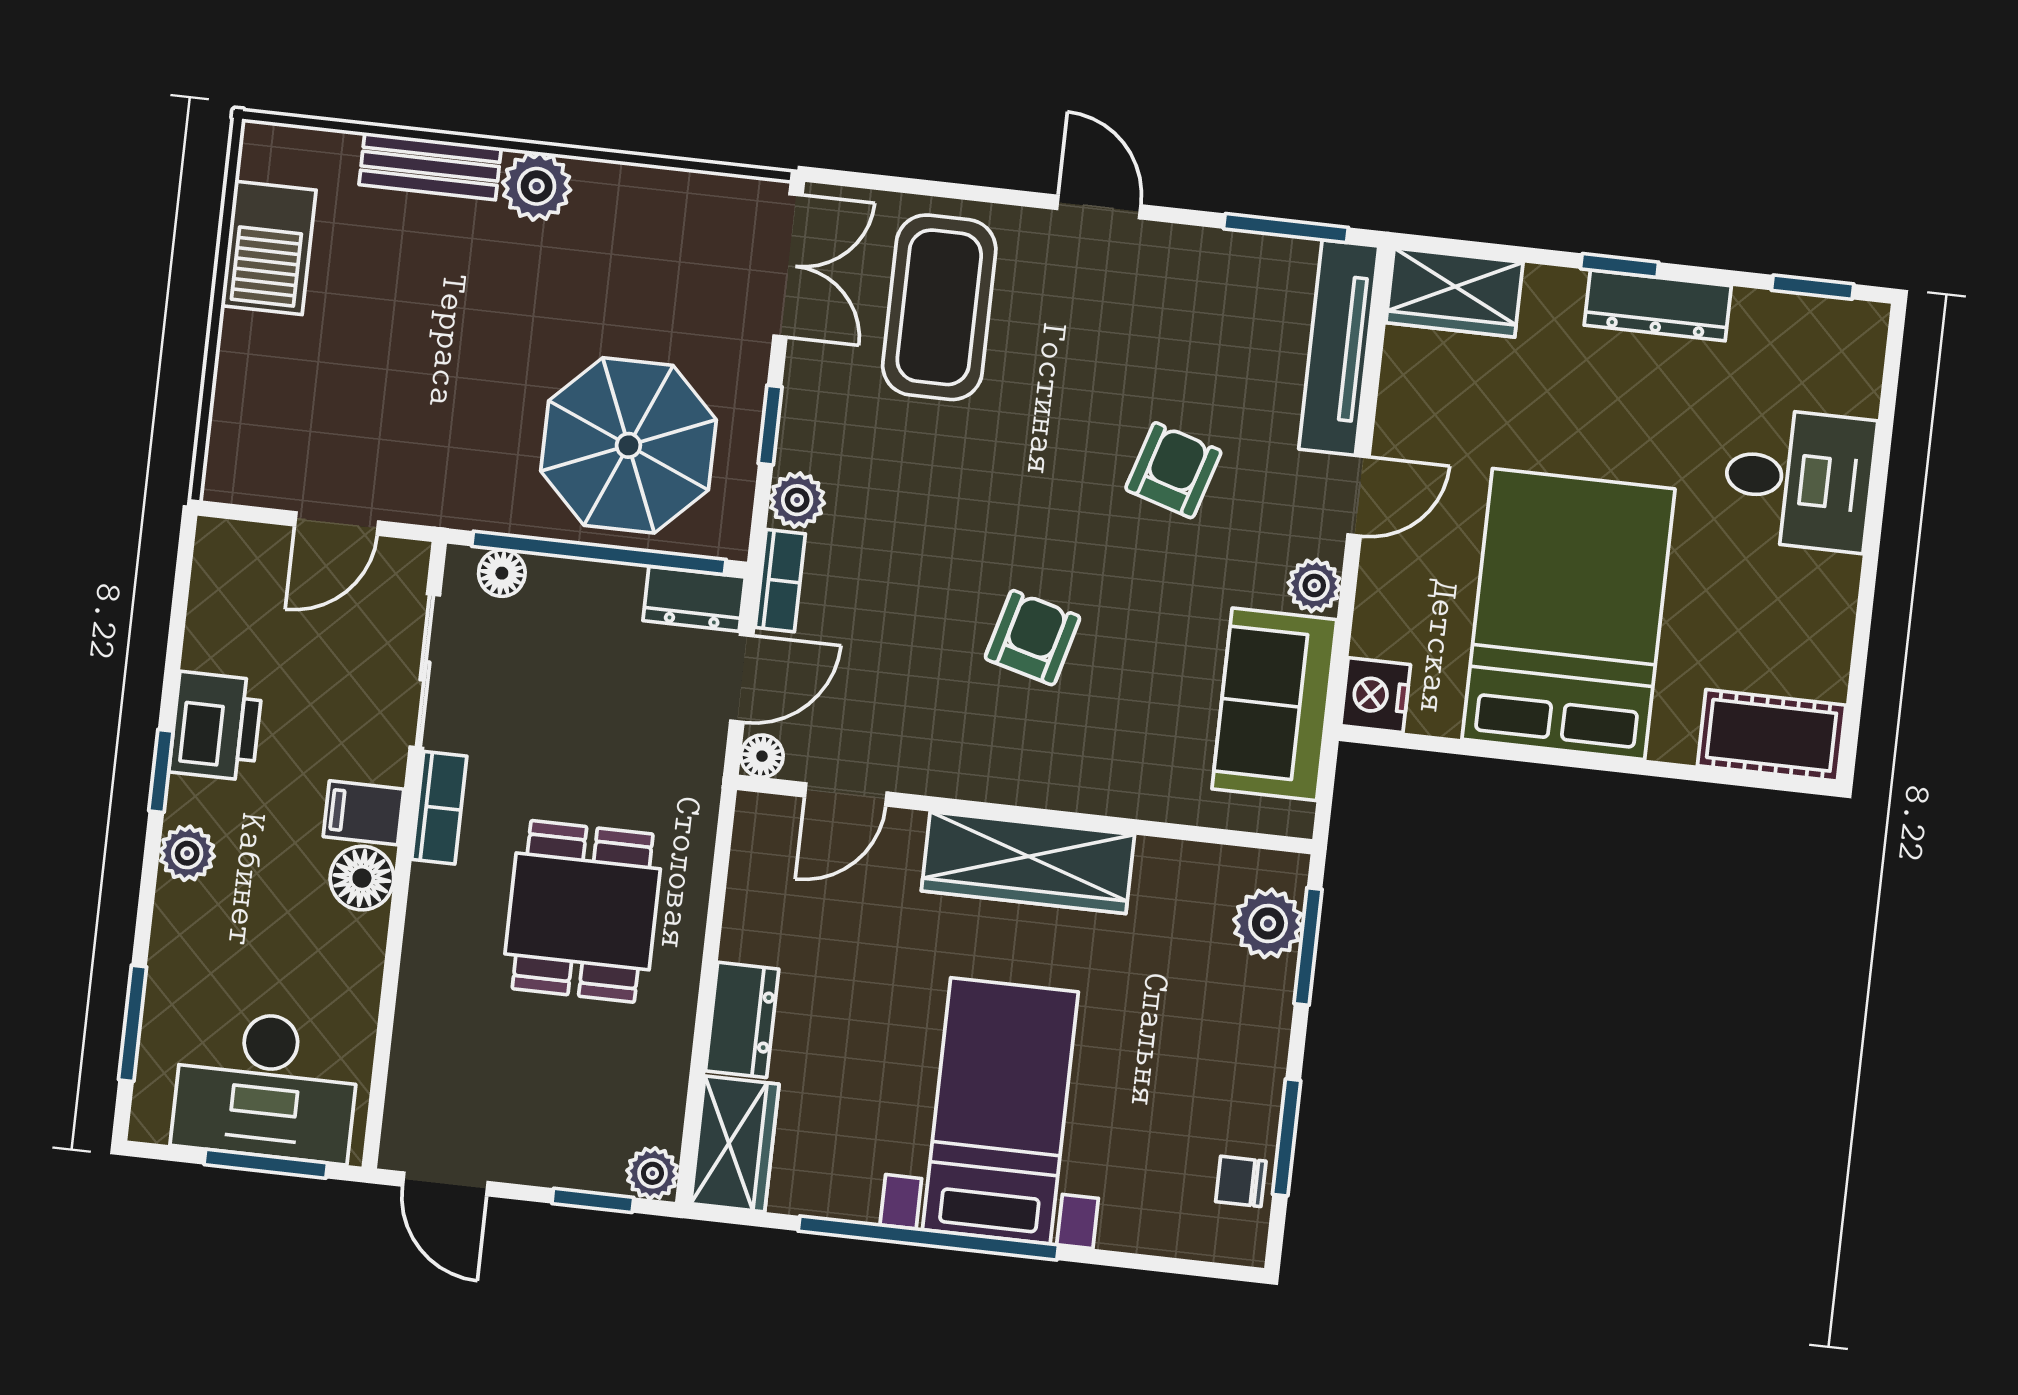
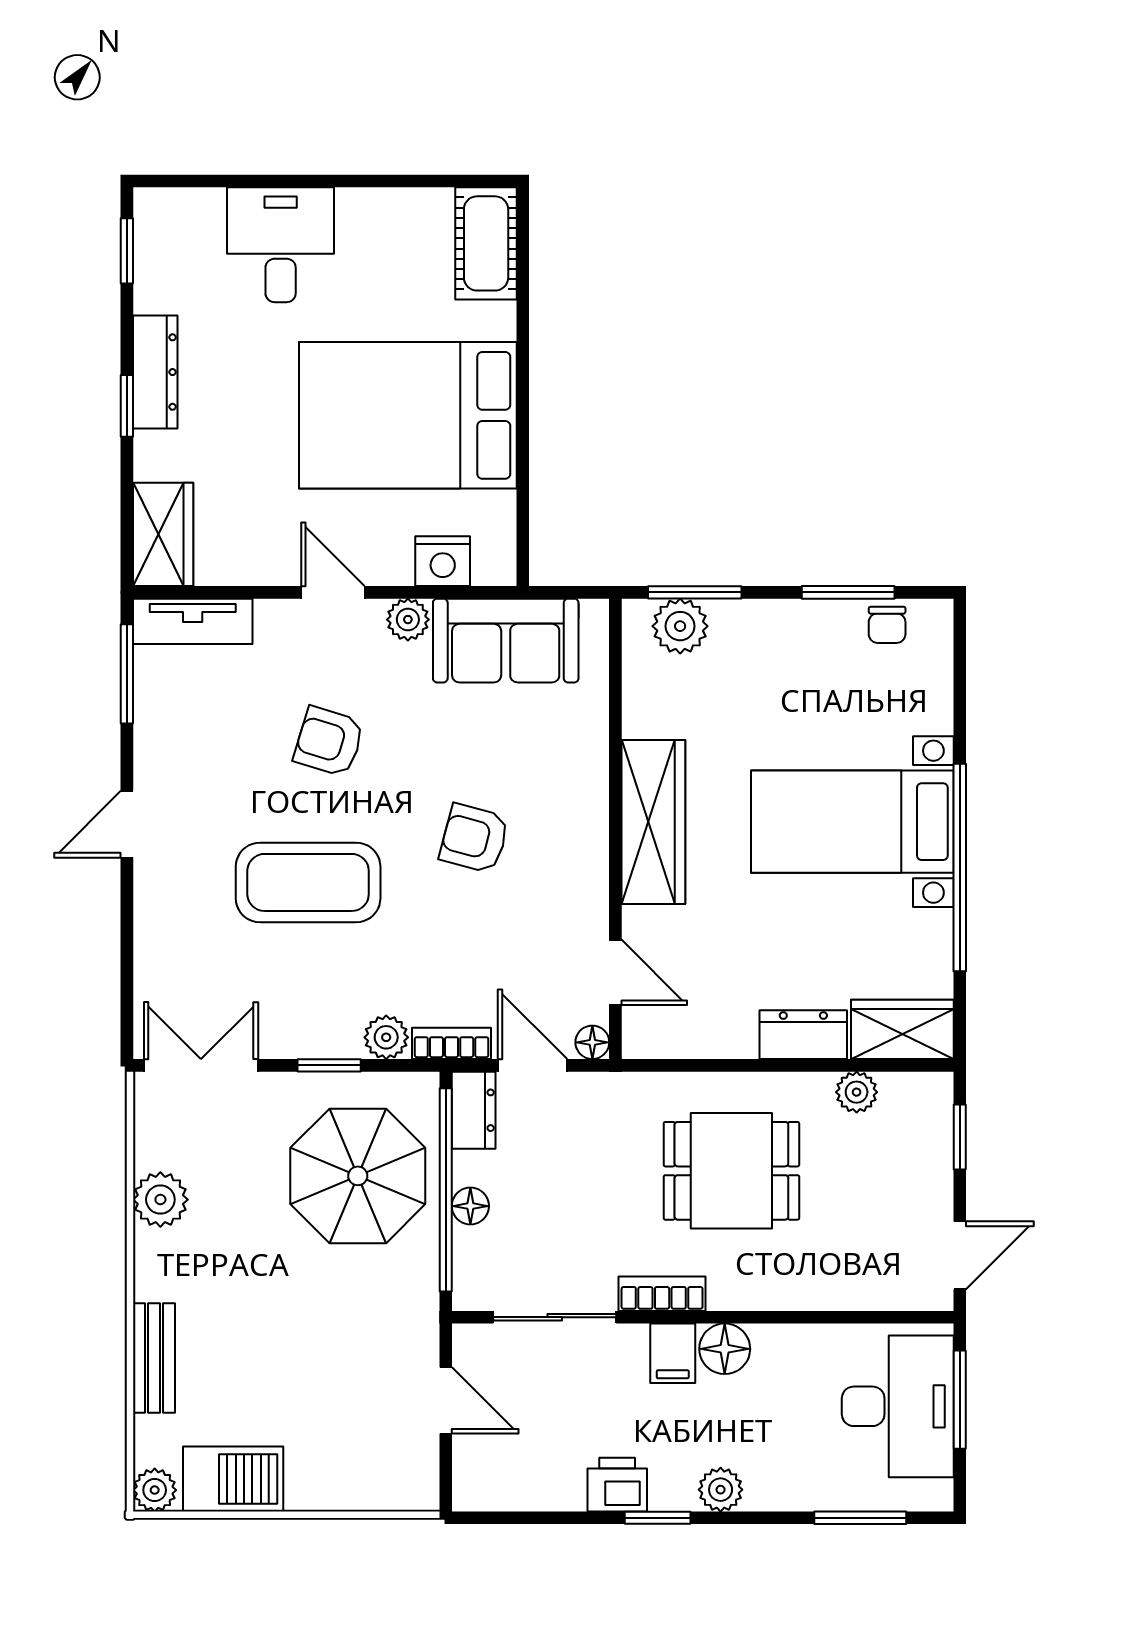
plant: (266, 149) -> (155, 1490), added
plant: (537, 186) -> (160, 1200), moved
coffee table: (939, 307) -> (308, 882), moved
tv unit: (1339, 348) -> (193, 621), width x0.71
floor lamp: (502, 573) -> (470, 1206), moved
nightstand: (1376, 695) -> (443, 561), moved
printer: (216, 726) -> (617, 1485), width x0.73, depth x0.81
plant: (652, 1173) -> (857, 1092), moved

